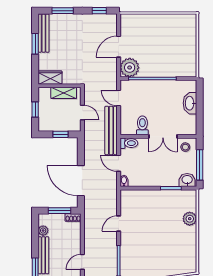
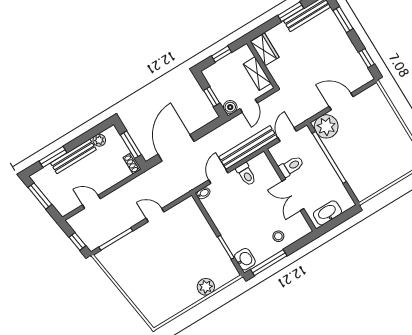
toilet: (142, 125) -> (291, 166), moved
boiler: (76, 126) -> (230, 107), added
wall: (158, 136) -> (290, 190), moved
double door: (163, 136) -> (293, 195), moved

